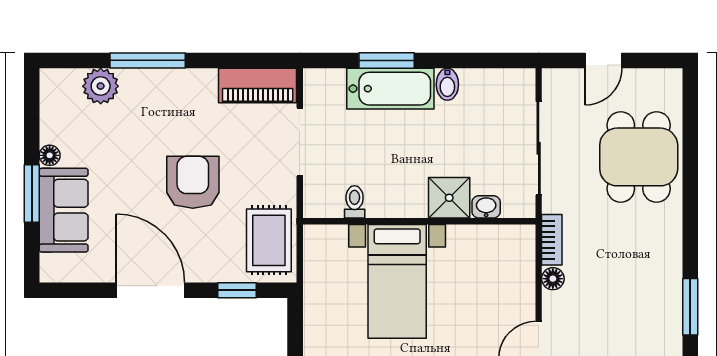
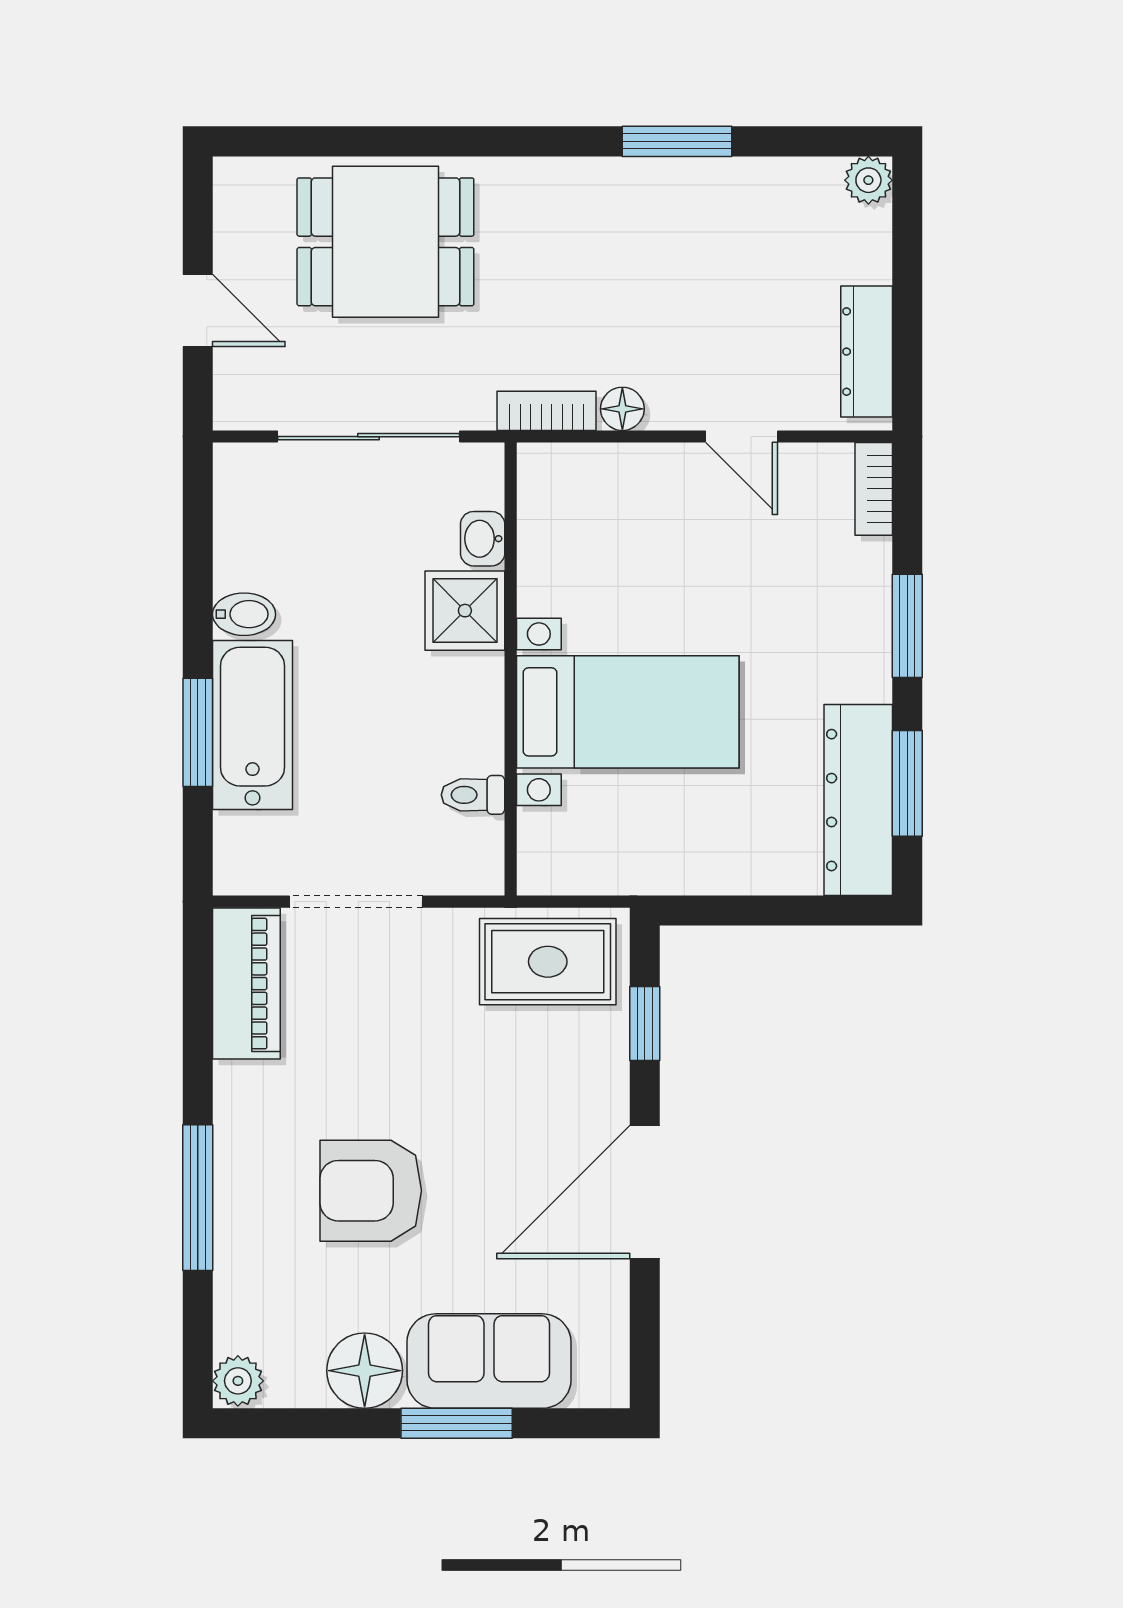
plant: (101, 86) -> (238, 1381), moved, width x0.73, depth x0.73
floor lamp: (50, 155) -> (365, 1371), width x1.89, depth x1.89
armchair: (193, 182) -> (371, 1191), moved

